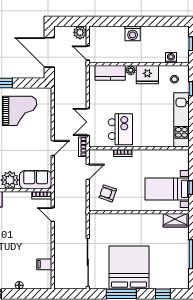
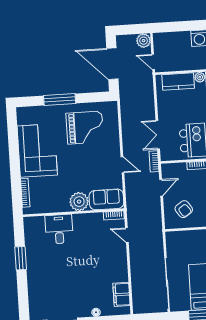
door: (53, 148) -> (122, 165), hinge flipped
armchair: (108, 193) -> (184, 209), turned -144
filing cabinet: (44, 264) -> (122, 294), width x2.00

